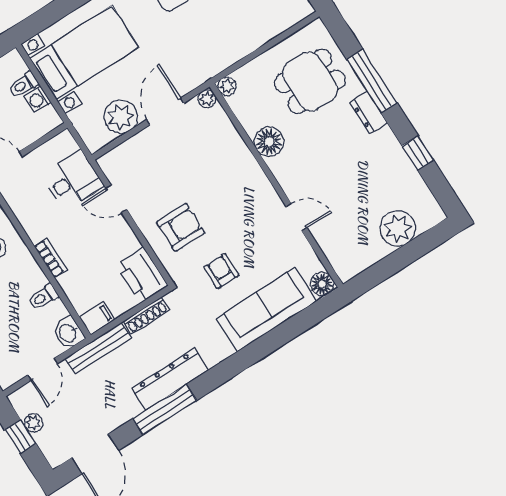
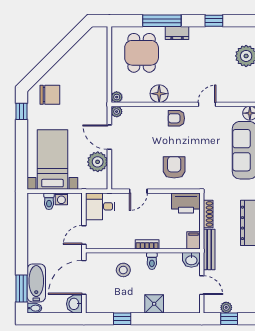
desk: (73, 180) -> (100, 206), moved, turned -90
armchair: (221, 271) -> (176, 118), moved
toilet: (43, 297) -> (152, 261), moved

